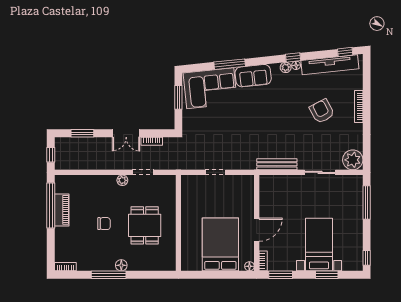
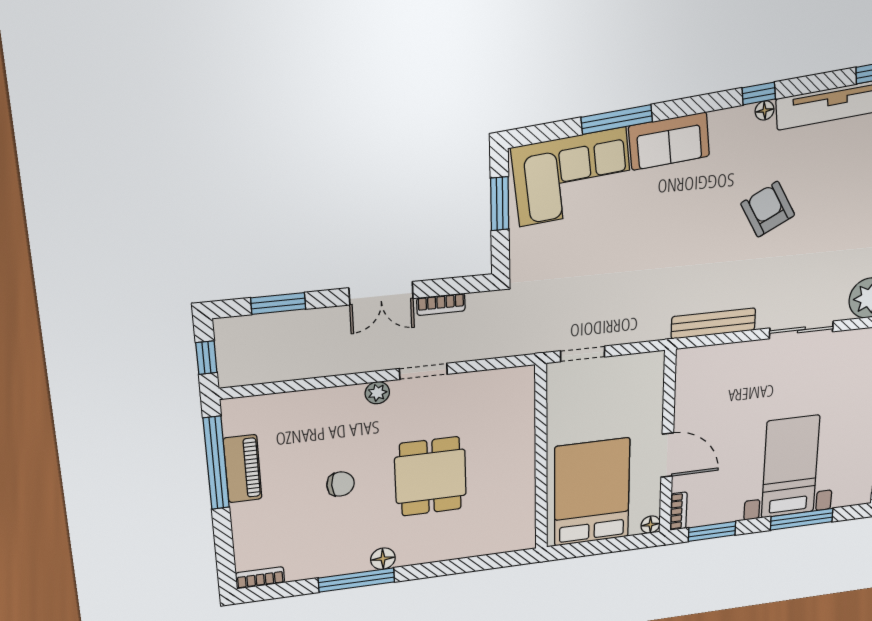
plant: (286, 67) -> (741, 117), removed
armchair: (322, 111) -> (768, 209), moved
wall: (178, 223) -> (541, 458), moved
door: (257, 230) -> (667, 455), hinge flipped
window: (327, 275) -> (802, 519), width x1.44

